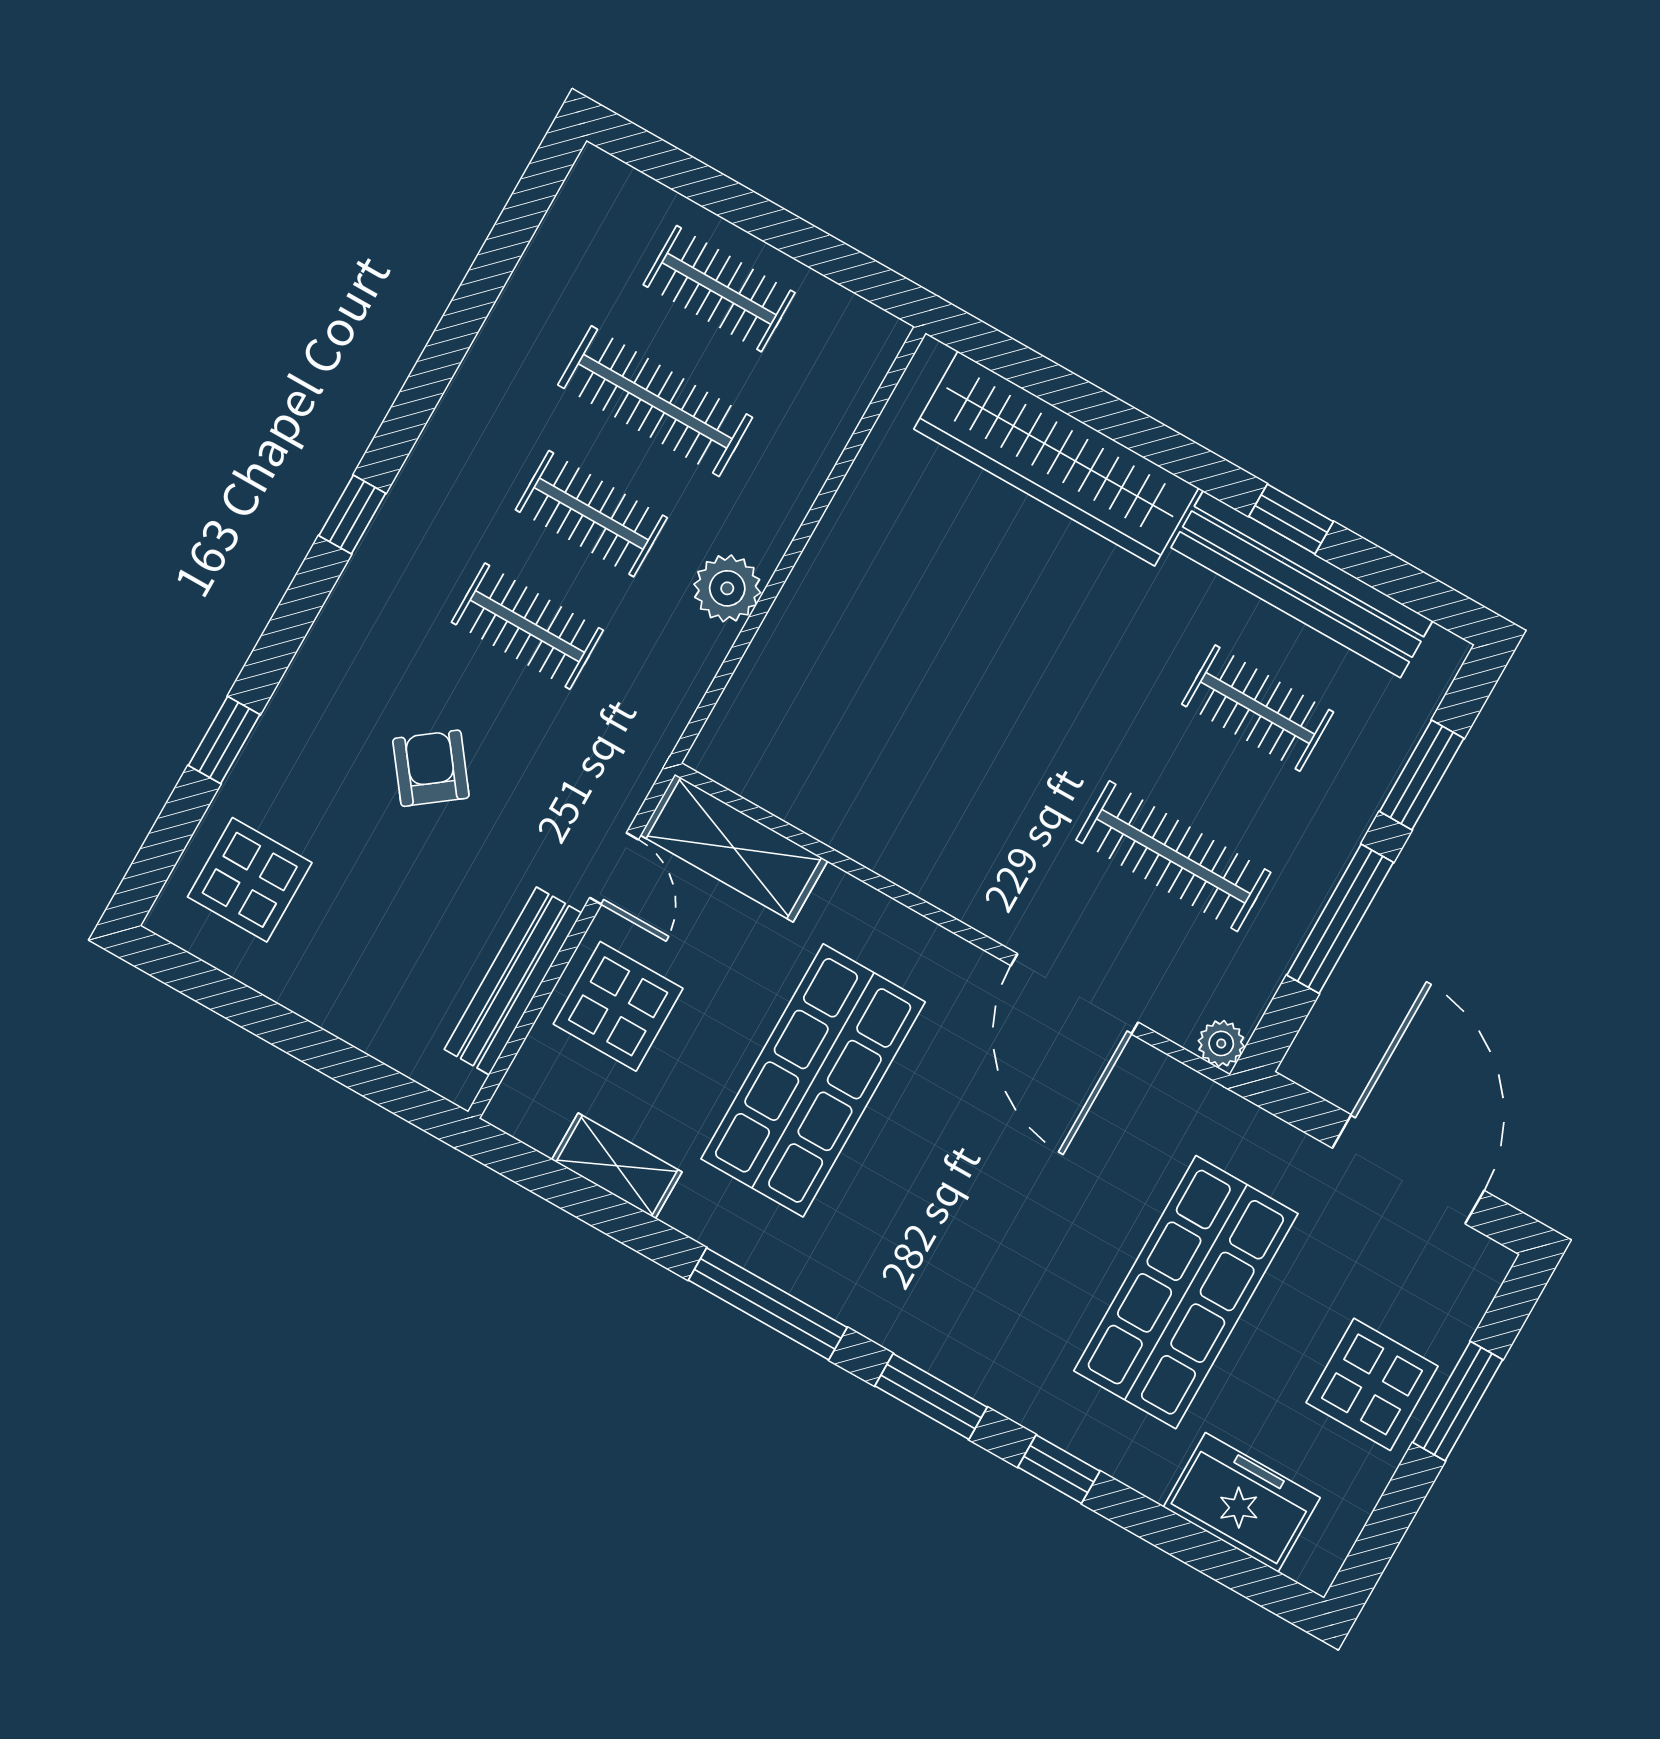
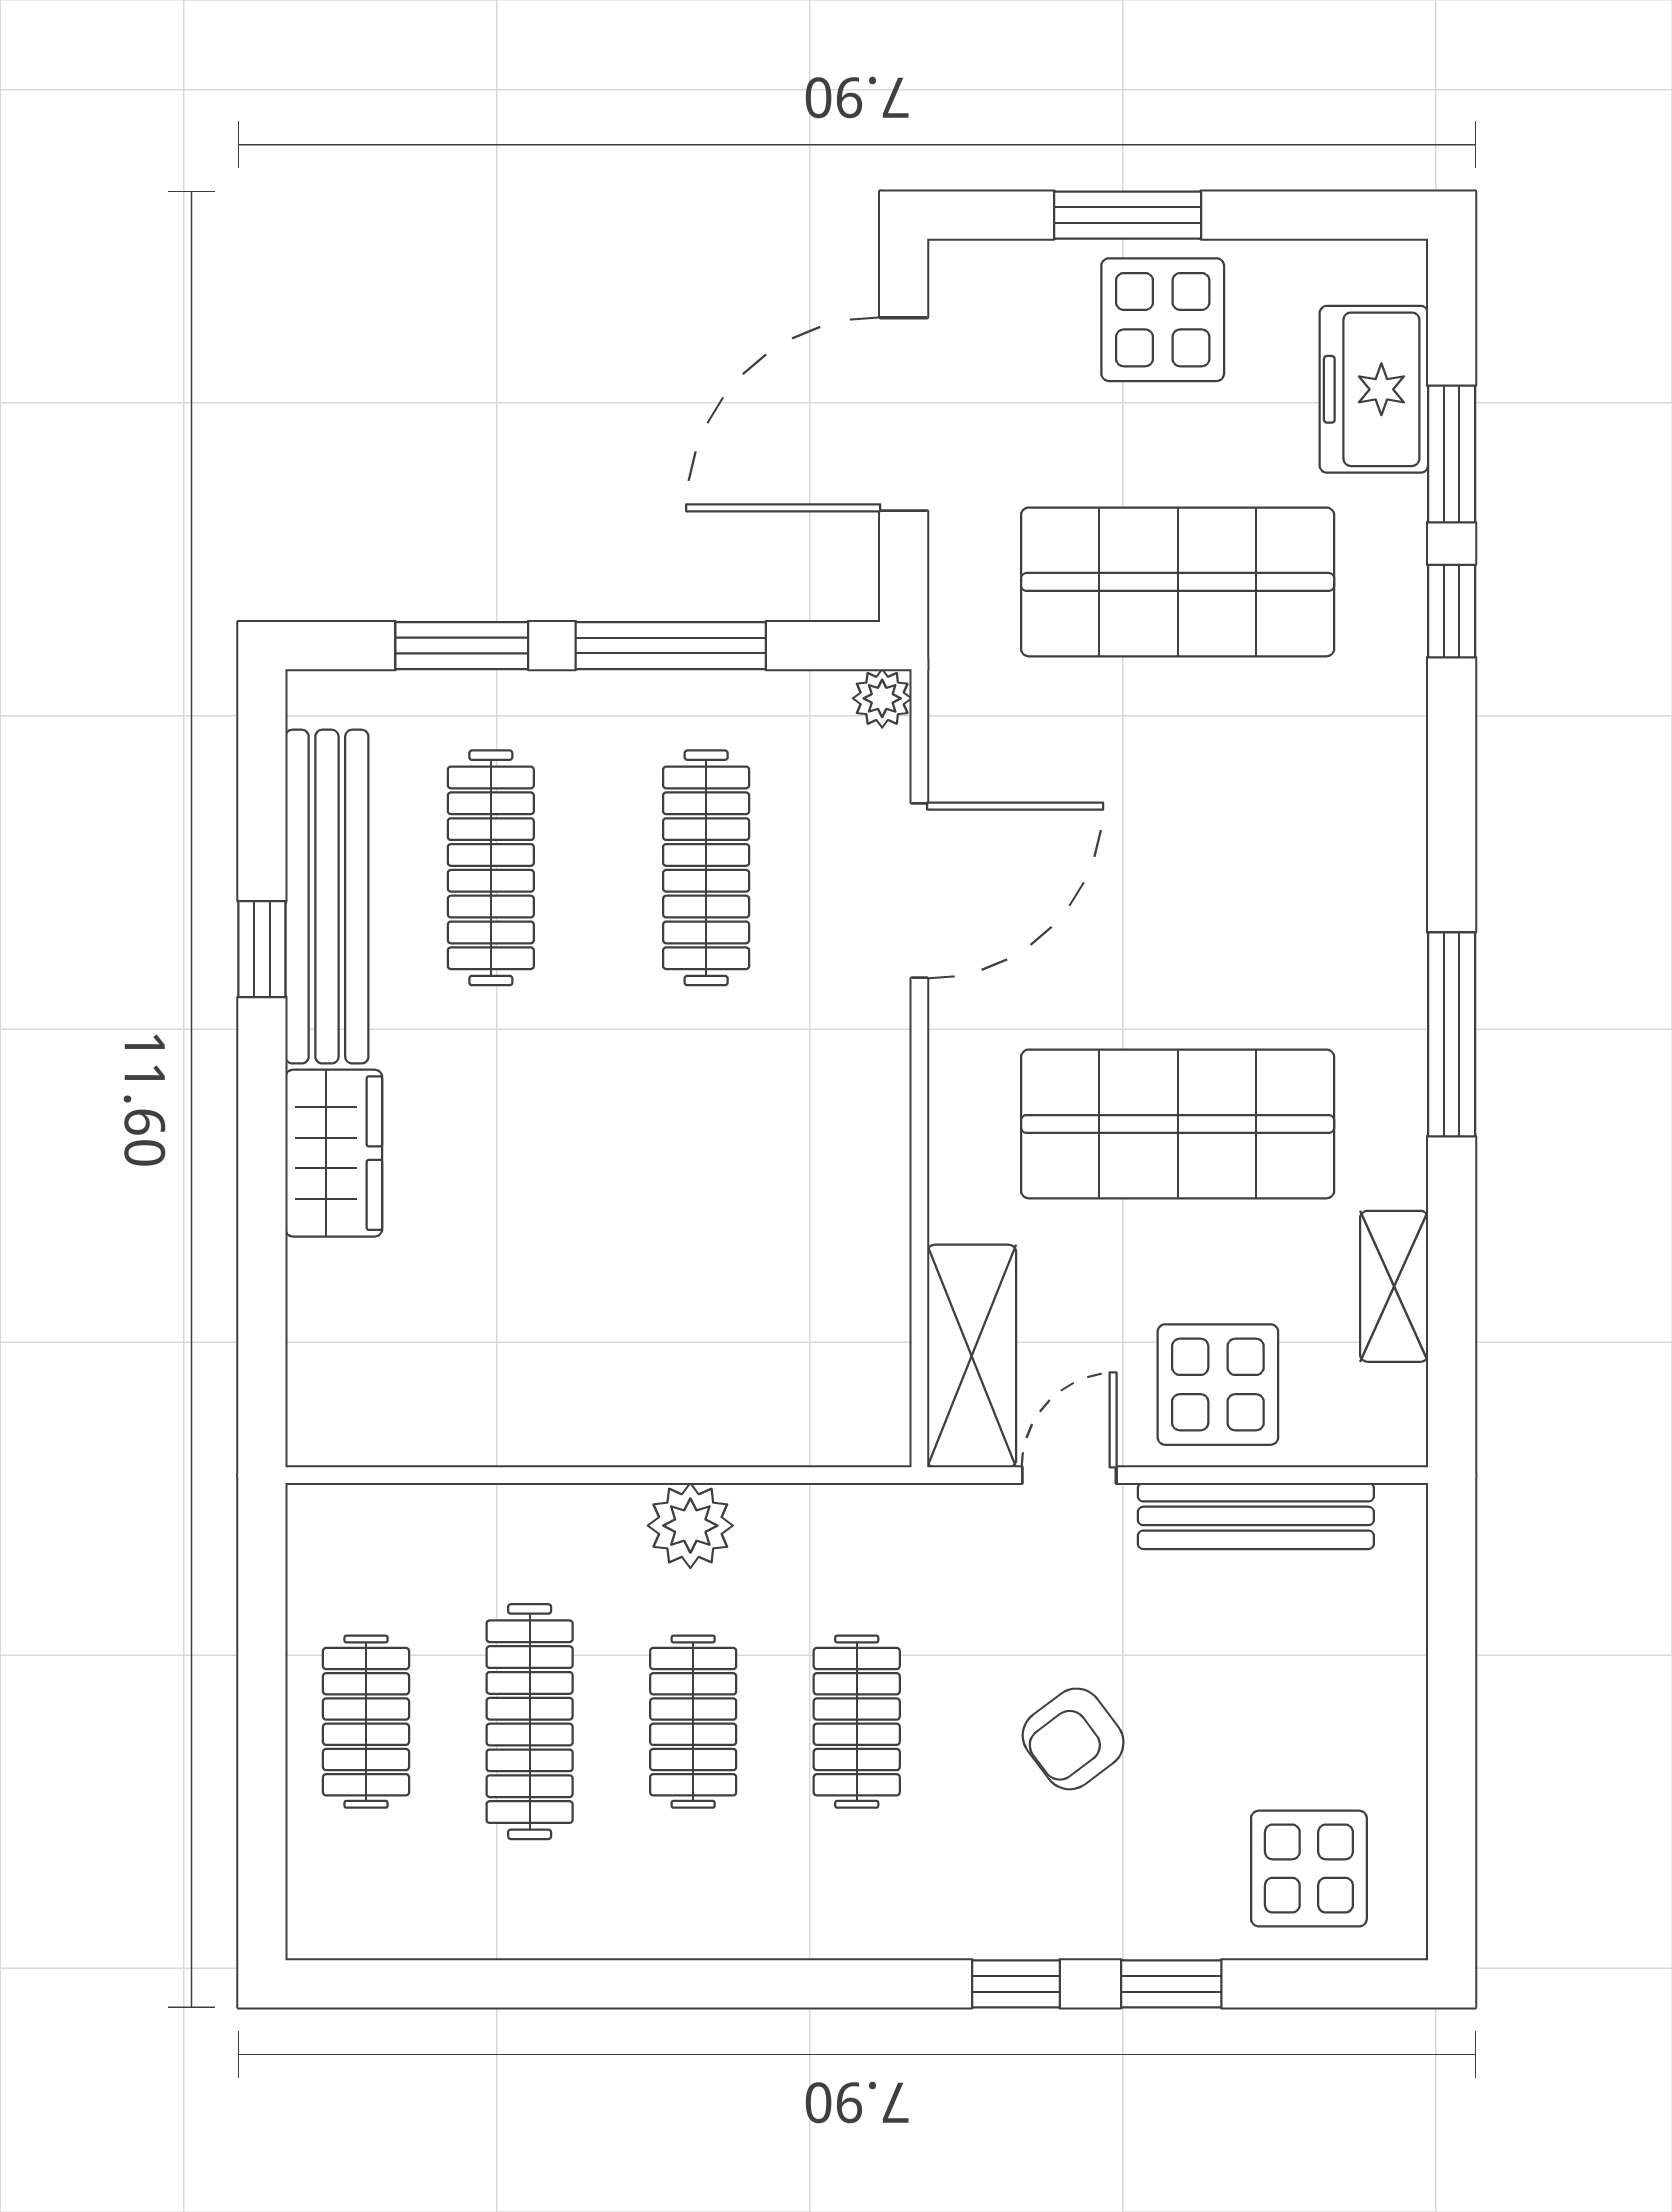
wardrobe: (1056, 459) -> (334, 1153), width x0.48, depth x0.85
window: (352, 515) -> (1016, 1984), moved
clothes rail: (1258, 708) -> (491, 868), width x1.36
window: (931, 1397) -> (1452, 454), moved

